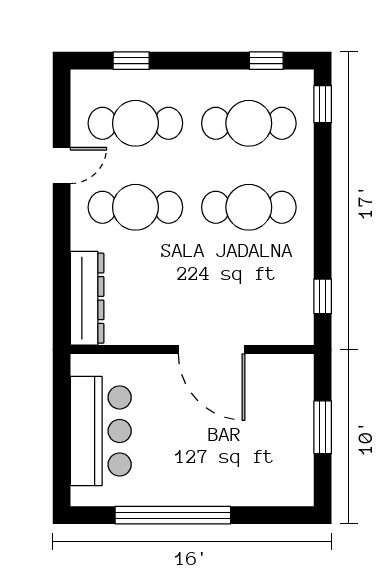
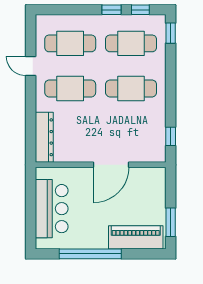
window: (131, 61) -> (112, 10), moved
door: (62, 165) -> (31, 66), swing flipped
door: (212, 349) -> (111, 165), hinge flipped
window: (323, 427) -> (171, 222), moved
piano: (258, 484) -> (136, 237), added

